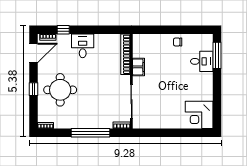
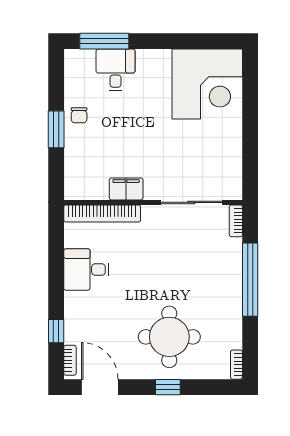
window: (170, 30) -> (56, 129), added
desk: (83, 46) -> (86, 269), moved
corner desk: (199, 115) -> (207, 84), width x1.36, depth x1.36

